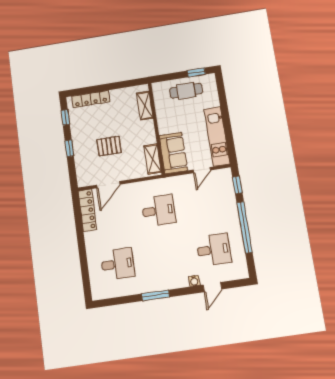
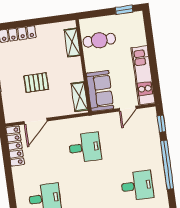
cafe table: (186, 91) -> (99, 40), moved

